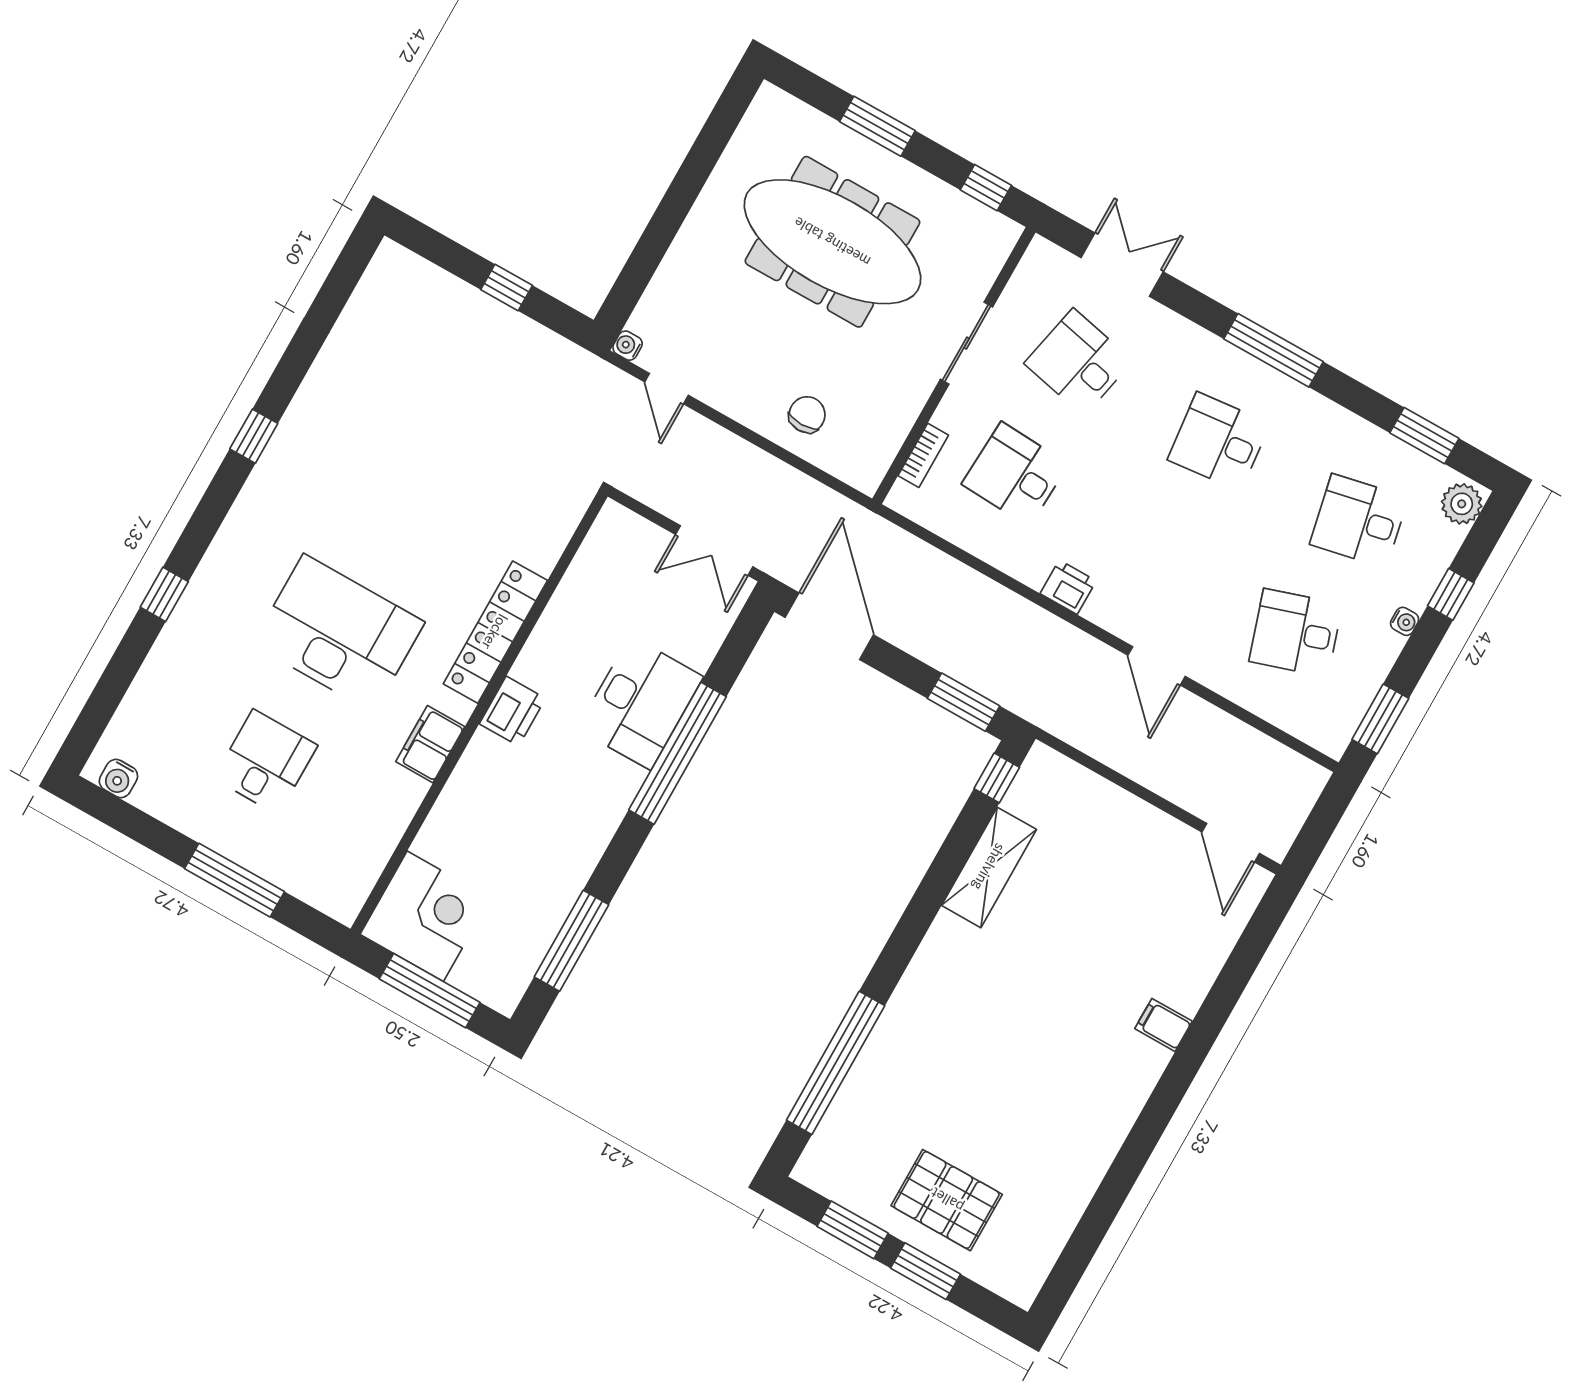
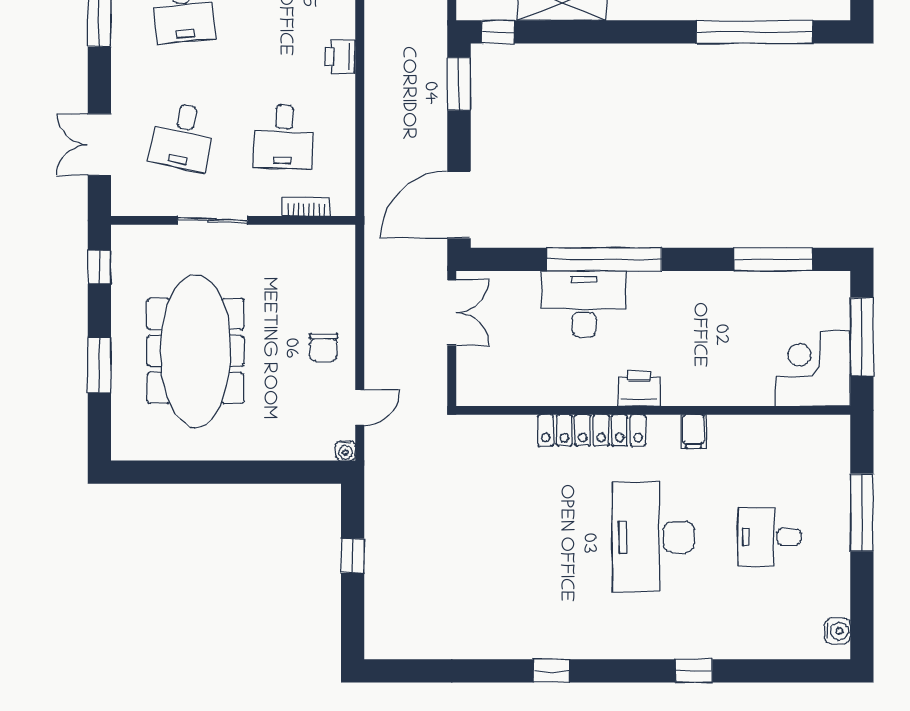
chair: (807, 415) -> (323, 347), moved, turned -90
filing cabinet: (430, 744) -> (694, 432), width x0.50

